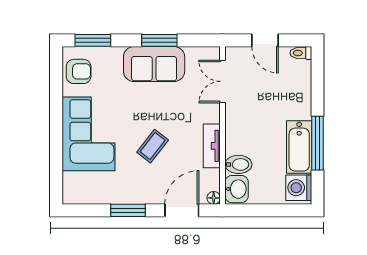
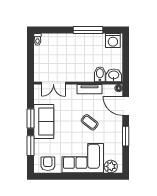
window: (93, 40) -> (31, 146), moved
door: (265, 40) -> (31, 59), removed
bathtub: (299, 147) -> (90, 40), removed
plant: (74, 184) -> (111, 166), added

